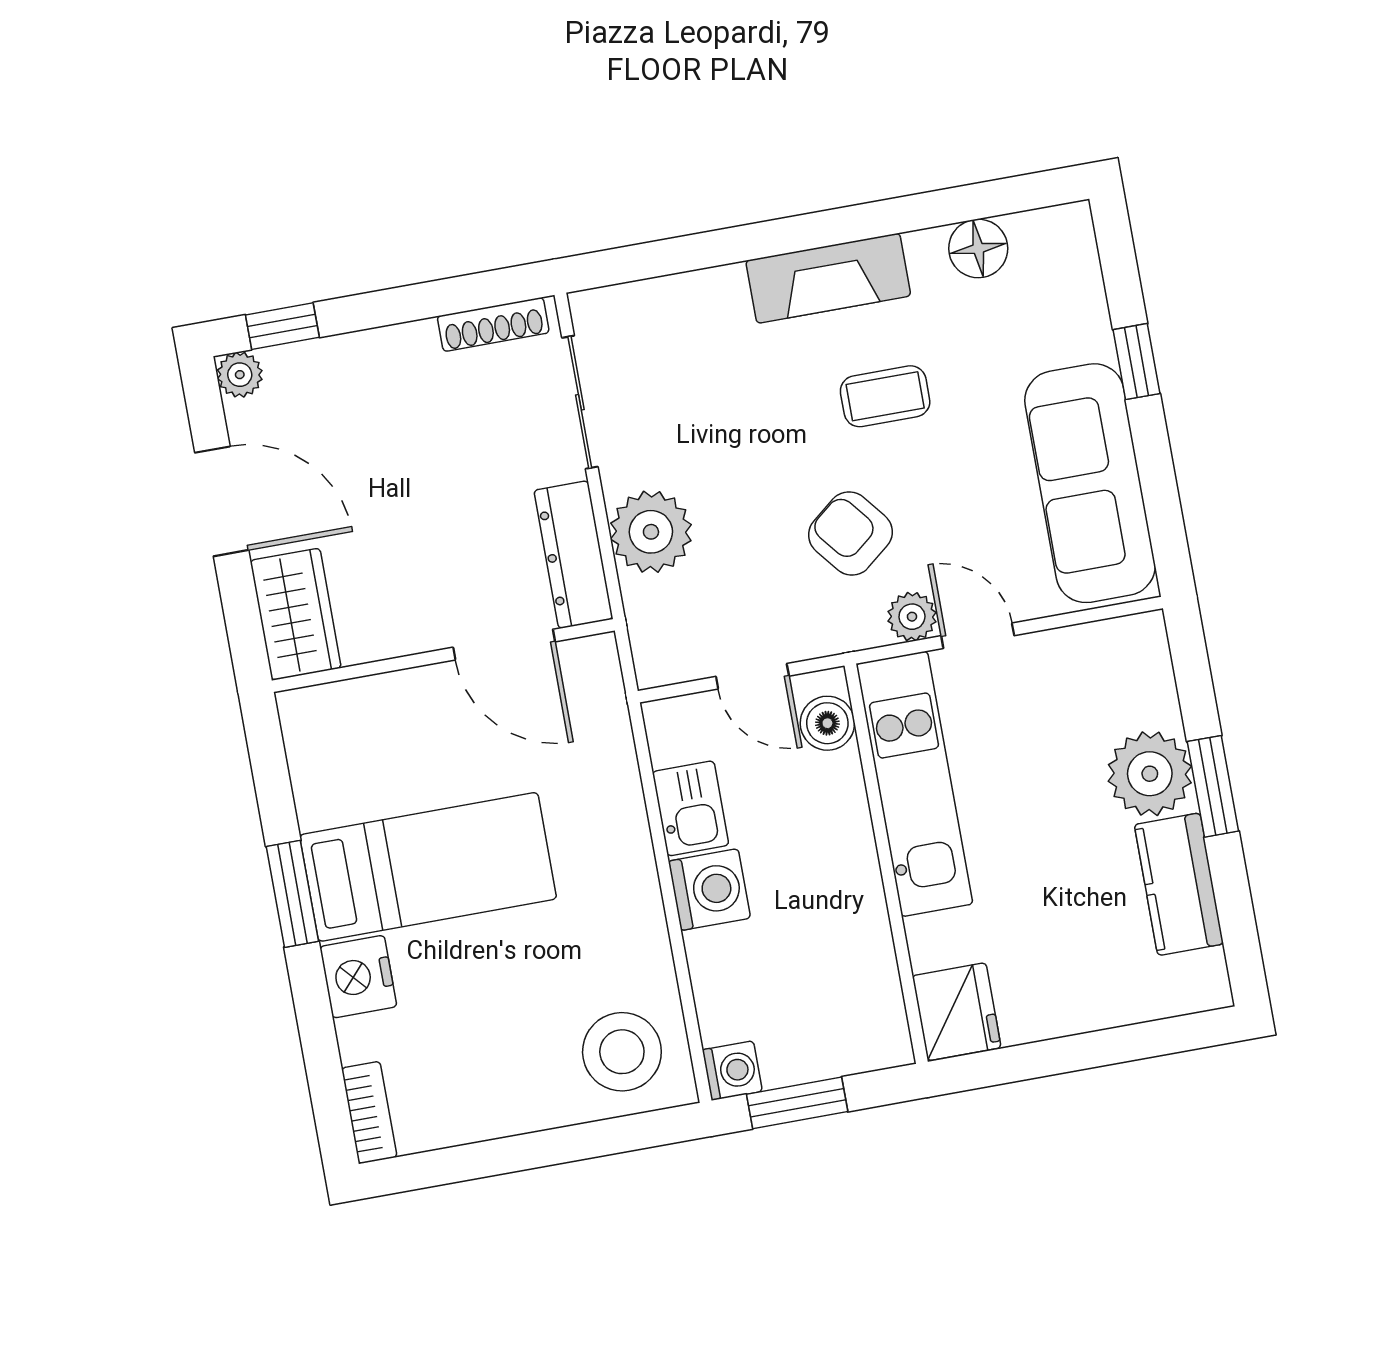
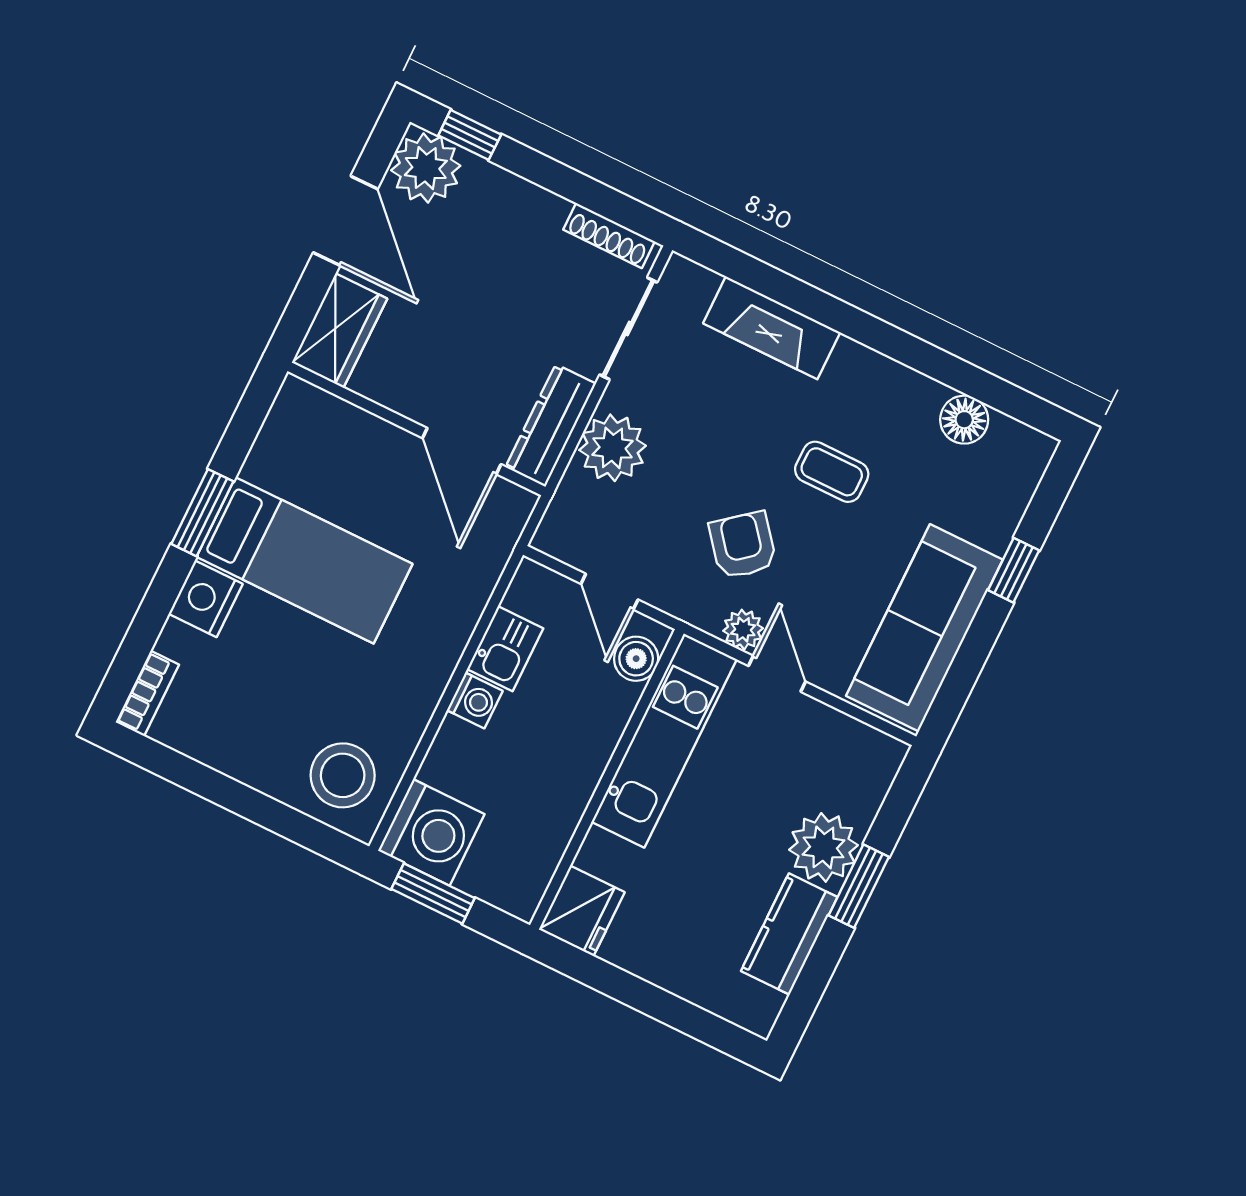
fireplace: (828, 278) -> (772, 328), moved
plant: (240, 375) -> (426, 168), width x1.87, depth x1.87
washing machine: (709, 890) -> (475, 700), width x0.73, depth x0.73
washing machine: (732, 1071) -> (431, 832), width x1.89, depth x1.89

